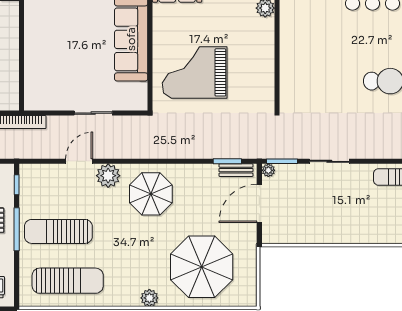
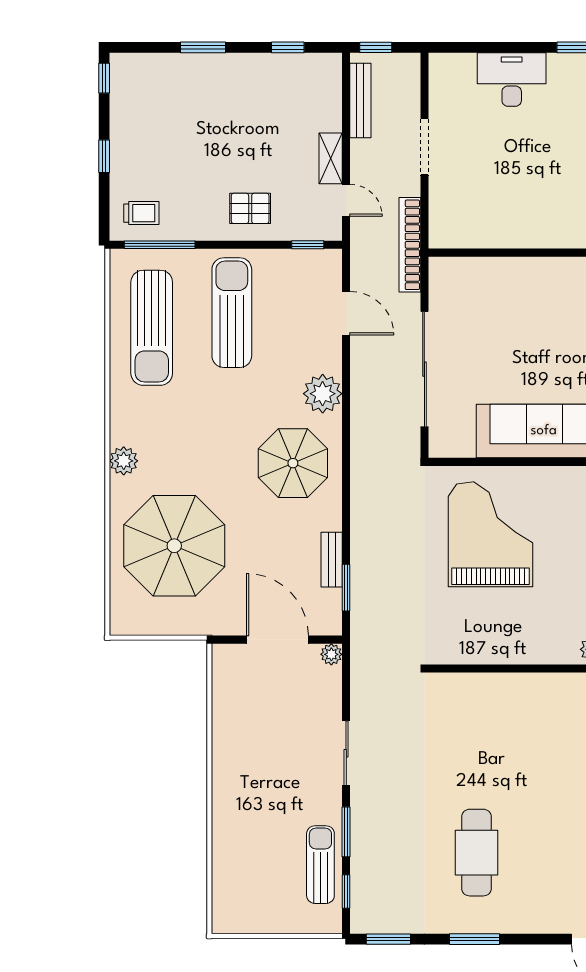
sliding door: (93, 113) -> (424, 369), width x1.86
door: (79, 161) -> (346, 313), moved
window: (282, 161) -> (346, 832), moved
bench: (236, 170) -> (332, 560), moved
window: (17, 229) -> (160, 245), moved

